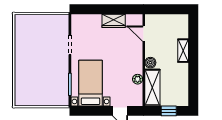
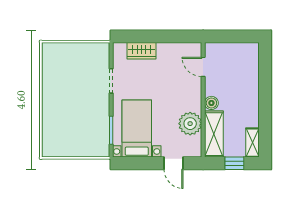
wardrobe: (114, 21) -> (142, 51), moved
shelving: (183, 51) -> (252, 143), moved
plant: (138, 79) -> (190, 124), width x1.88, depth x1.88

